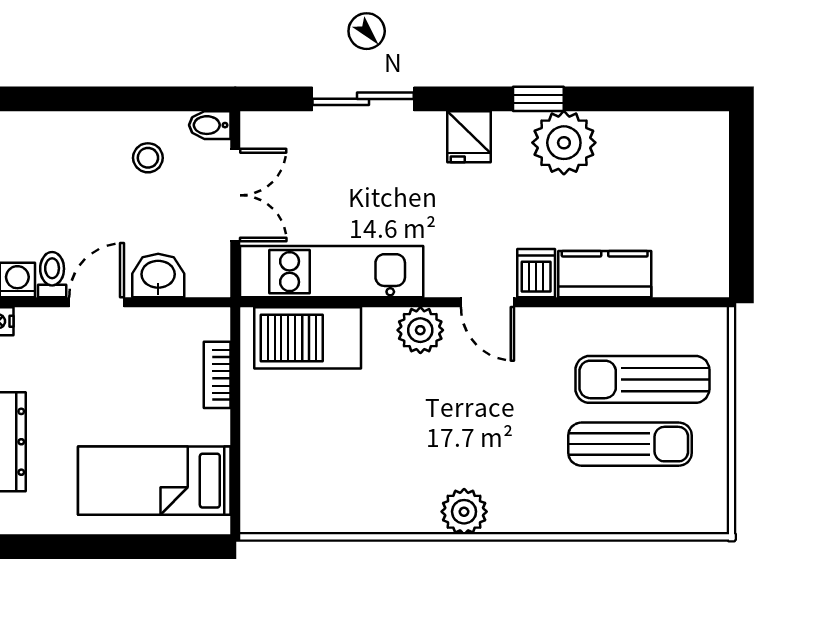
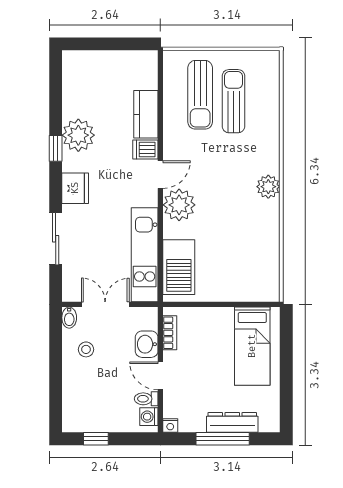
fridge: (469, 137) -> (75, 188), width x1.38
plant: (420, 330) -> (179, 205), width x1.36, depth x1.36
bookcase: (217, 375) -> (170, 333), moved, turned -90

